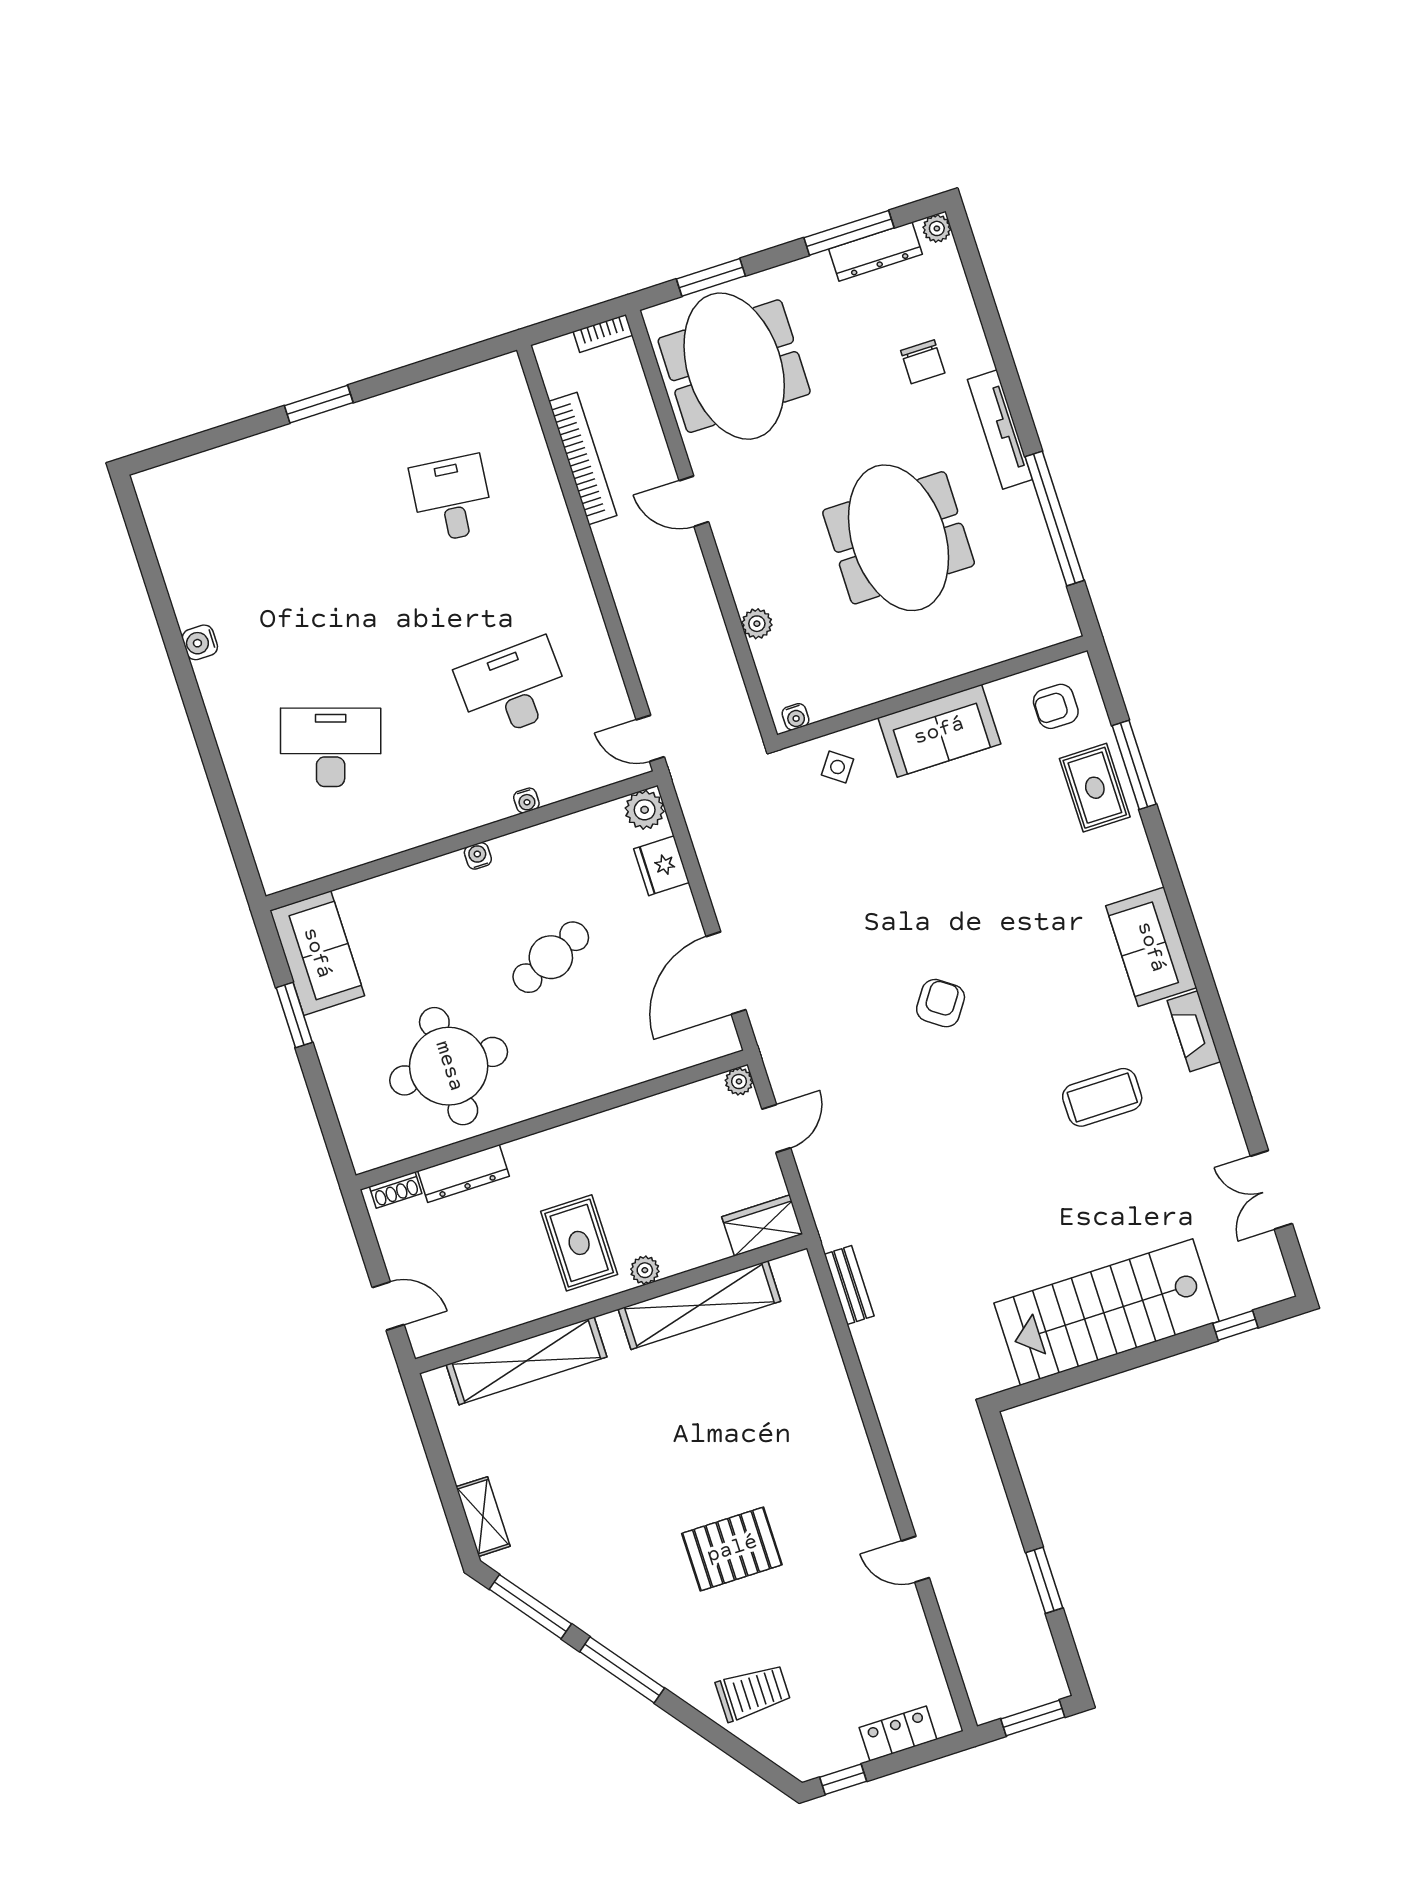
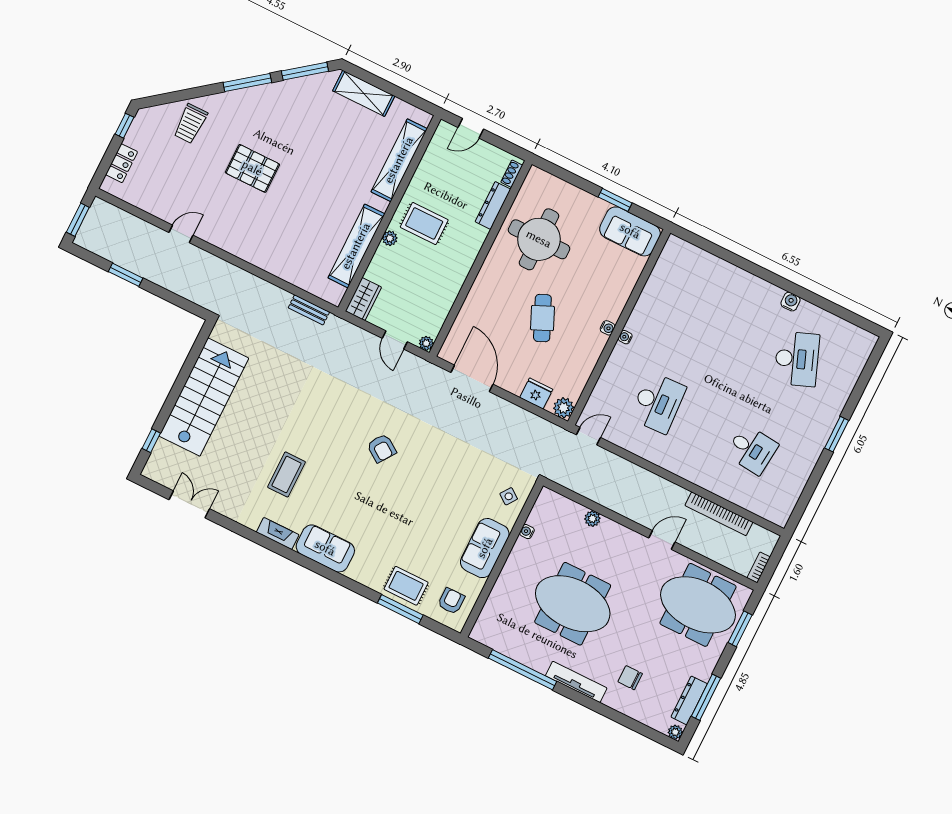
water cooler: (796, 717) -> (527, 532), moved
desk: (331, 747) -> (797, 359), moved, turned -39
water cooler: (526, 800) -> (625, 337), moved
shelving: (483, 1517) -> (364, 93), width x1.50, depth x1.33
pallet: (732, 1549) -> (252, 168), turned 90

